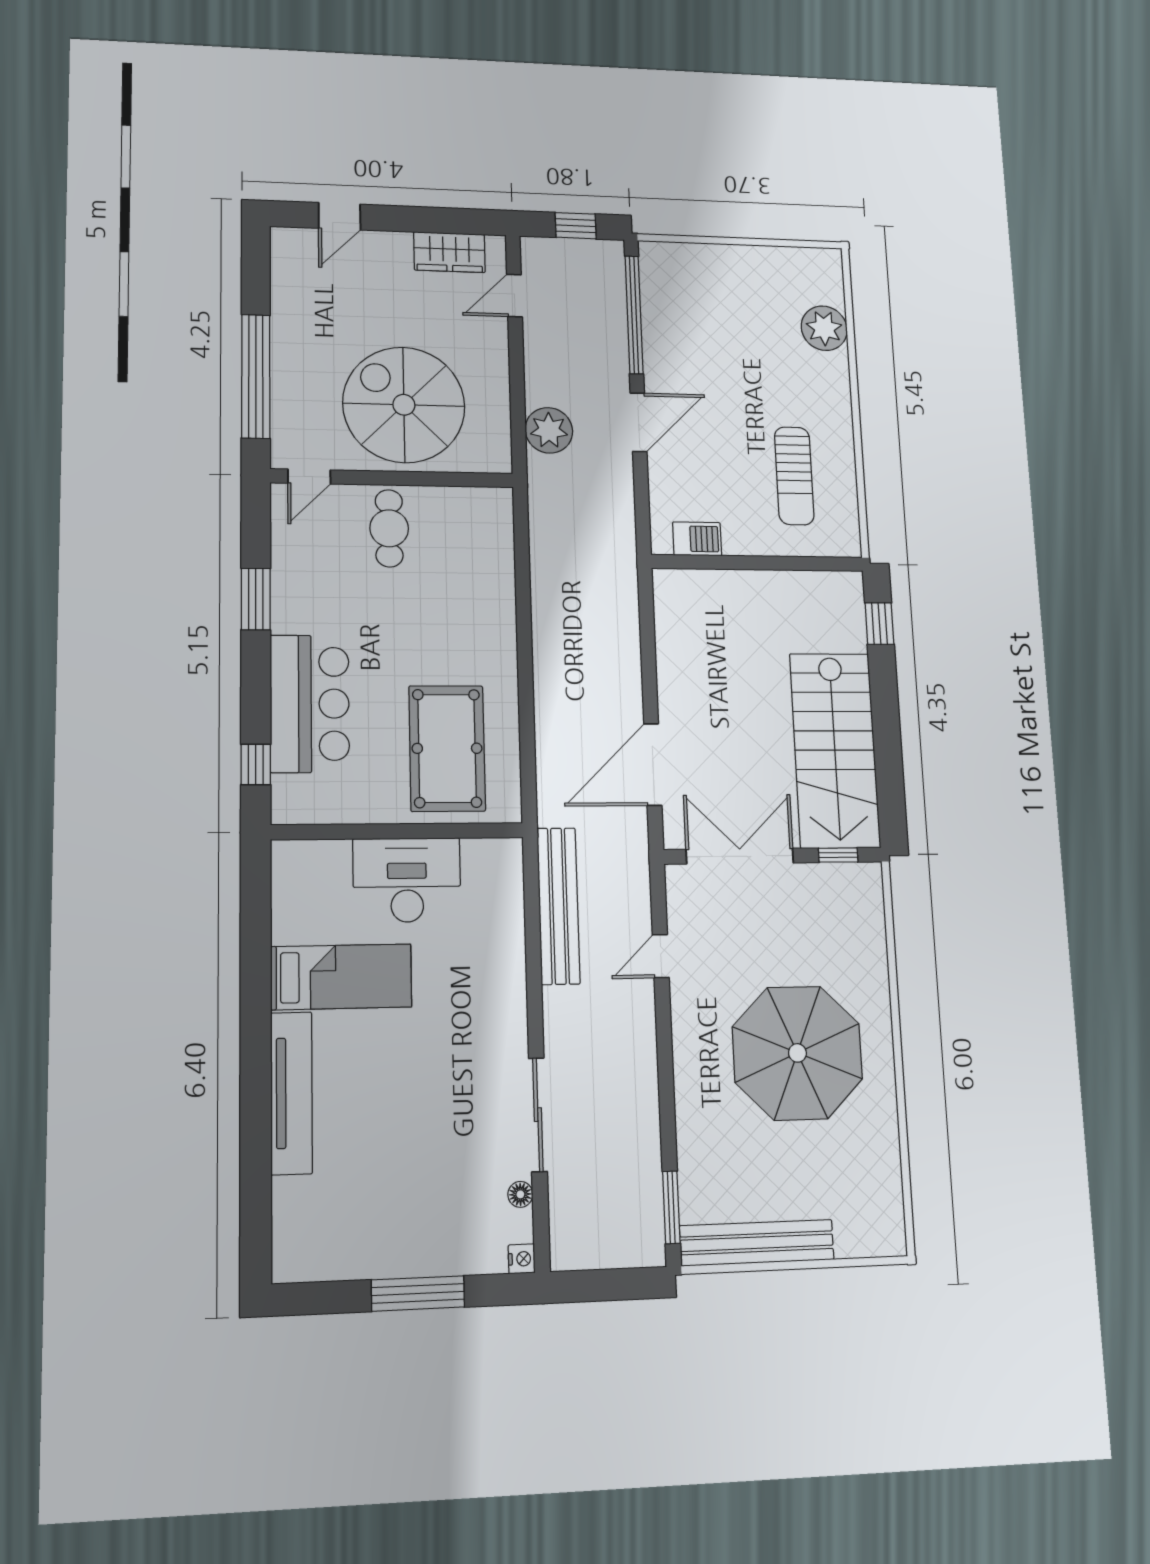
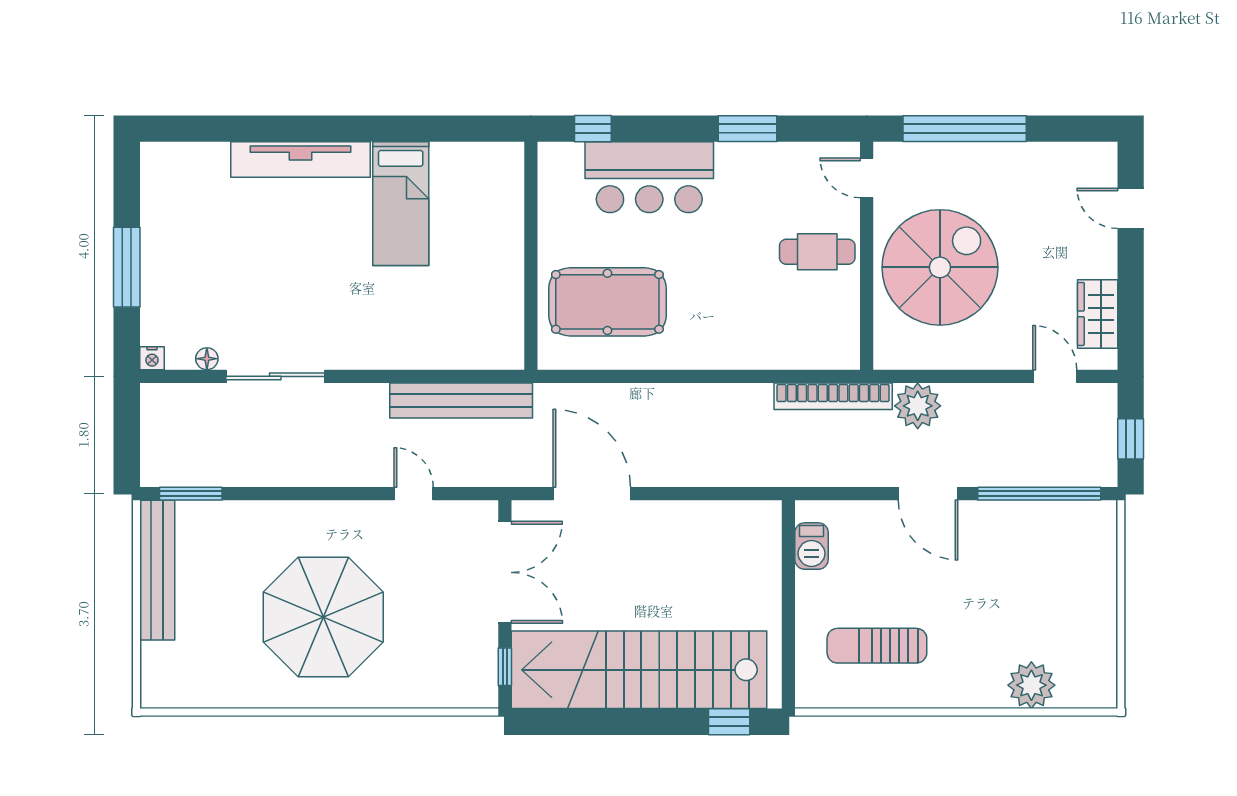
bookcase: (542, 515) -> (833, 396), added
stairs: (835, 750) -> (639, 670), width x1.36
desk: (407, 880) -> (486, 263), removed

